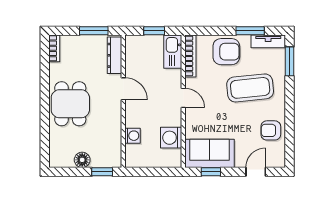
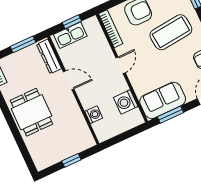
kitchen sink: (173, 52) -> (70, 35), moved, turned -90
door: (183, 98) -> (121, 65), hinge flipped
floor lamp: (82, 160) -> (62, 153), removed
window: (102, 172) -> (71, 160), moved
window: (211, 172) -> (170, 115), width x1.50

